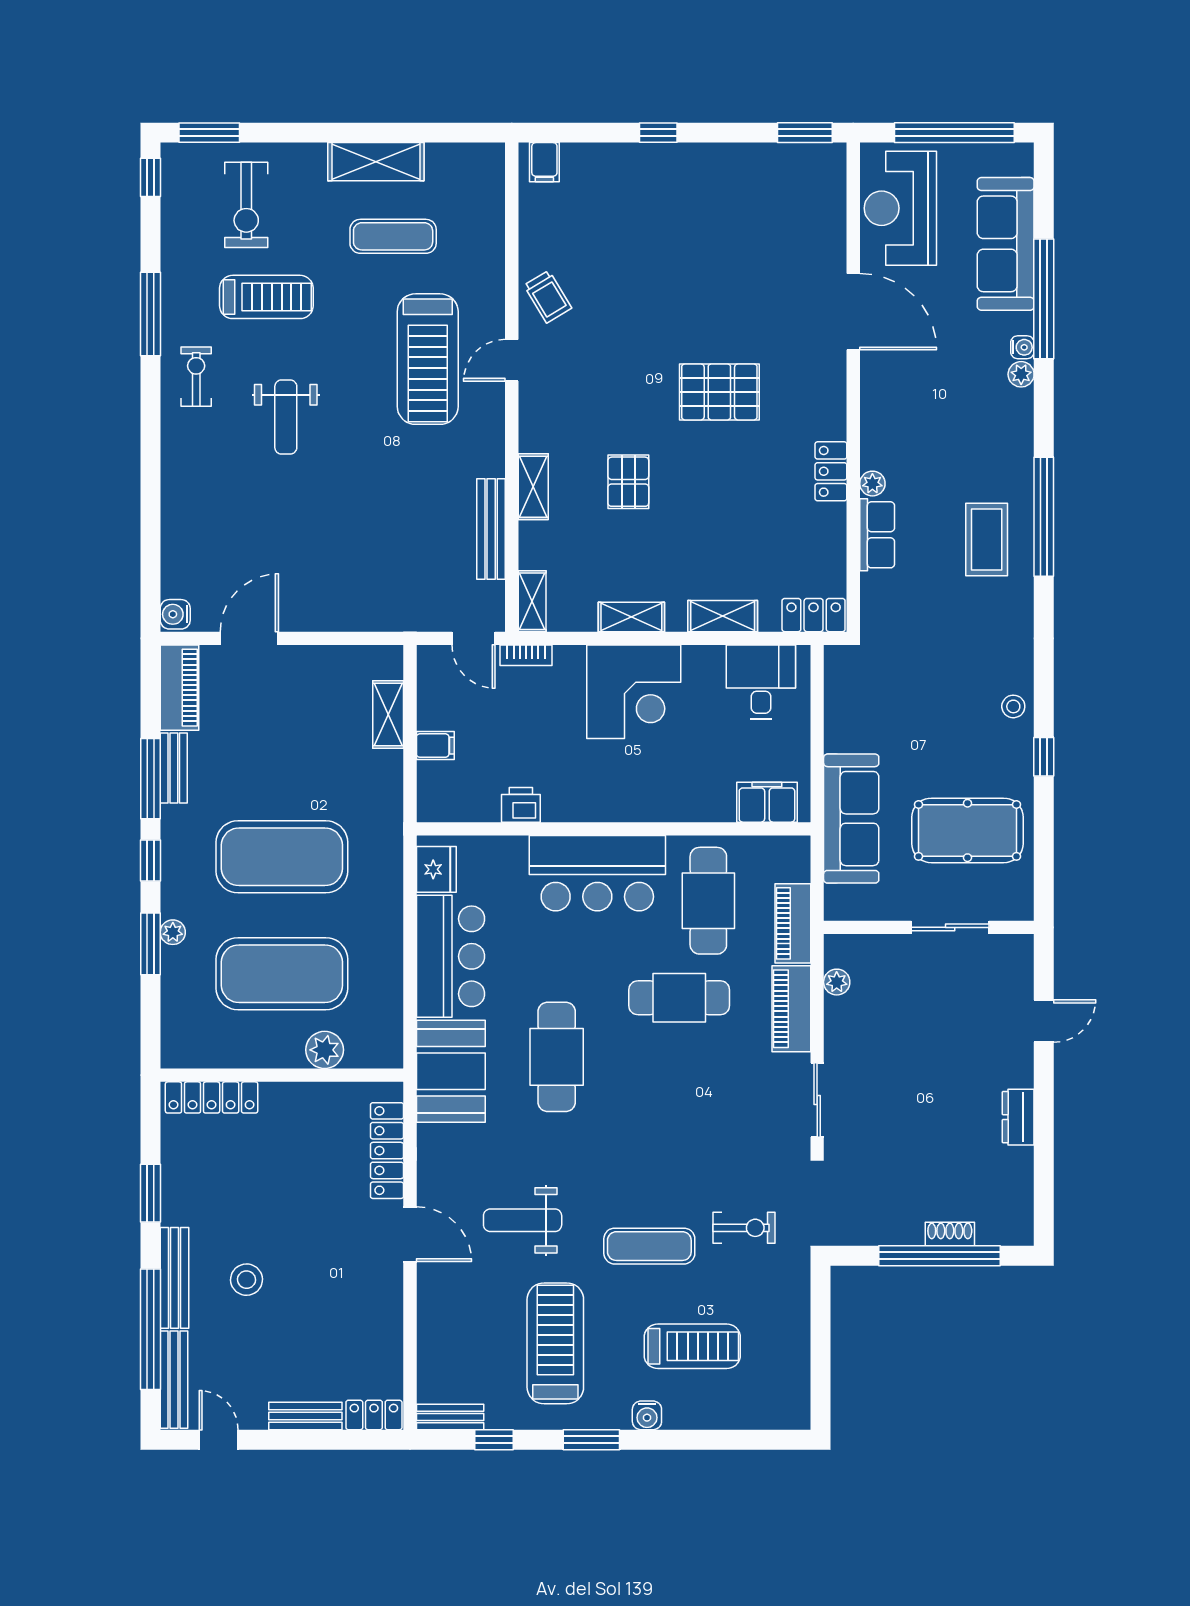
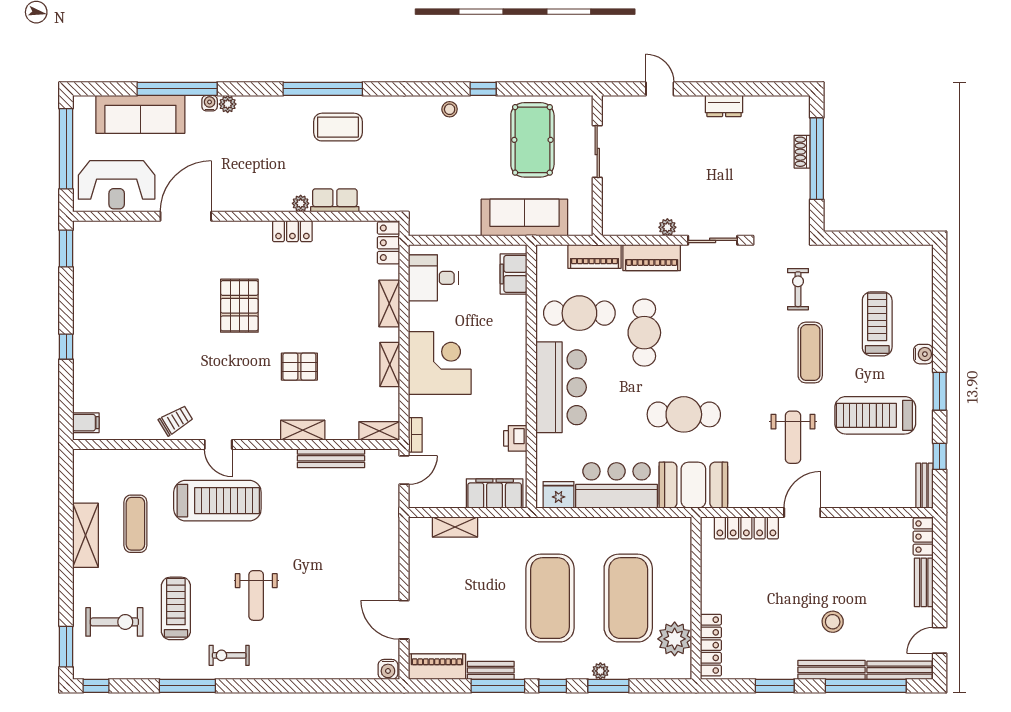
weight bench: (286, 417) -> (256, 595), turned 90
filing cabinet: (435, 746) -> (495, 493), width x3.00, depth x1.17
plant: (837, 982) -> (667, 227), moved
plant: (325, 1050) -> (675, 639), moved, width x1.36, depth x1.36

